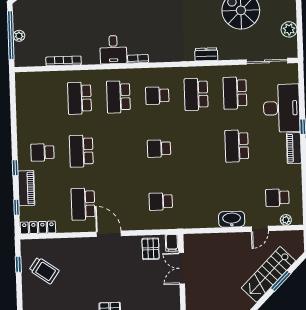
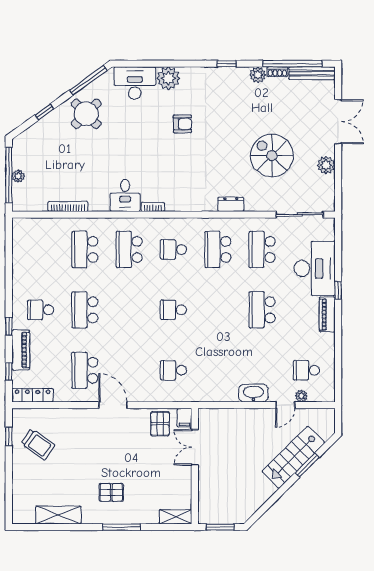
plant: (289, 29) -> (326, 165), moved
plant: (286, 220) -> (301, 396), moved

